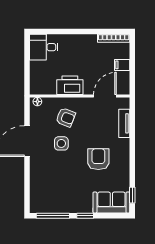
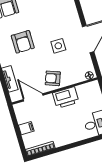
door: (105, 96) -> (33, 97), swing flipped
armchair: (66, 117) -> (53, 78), moved

